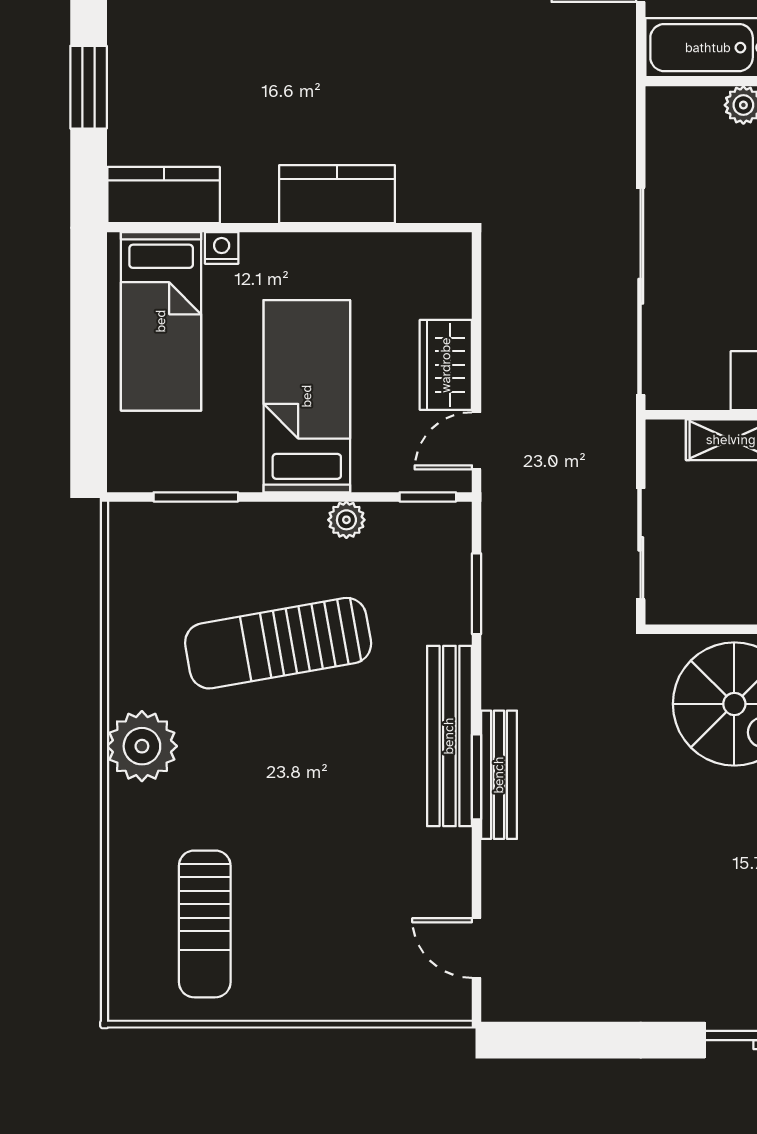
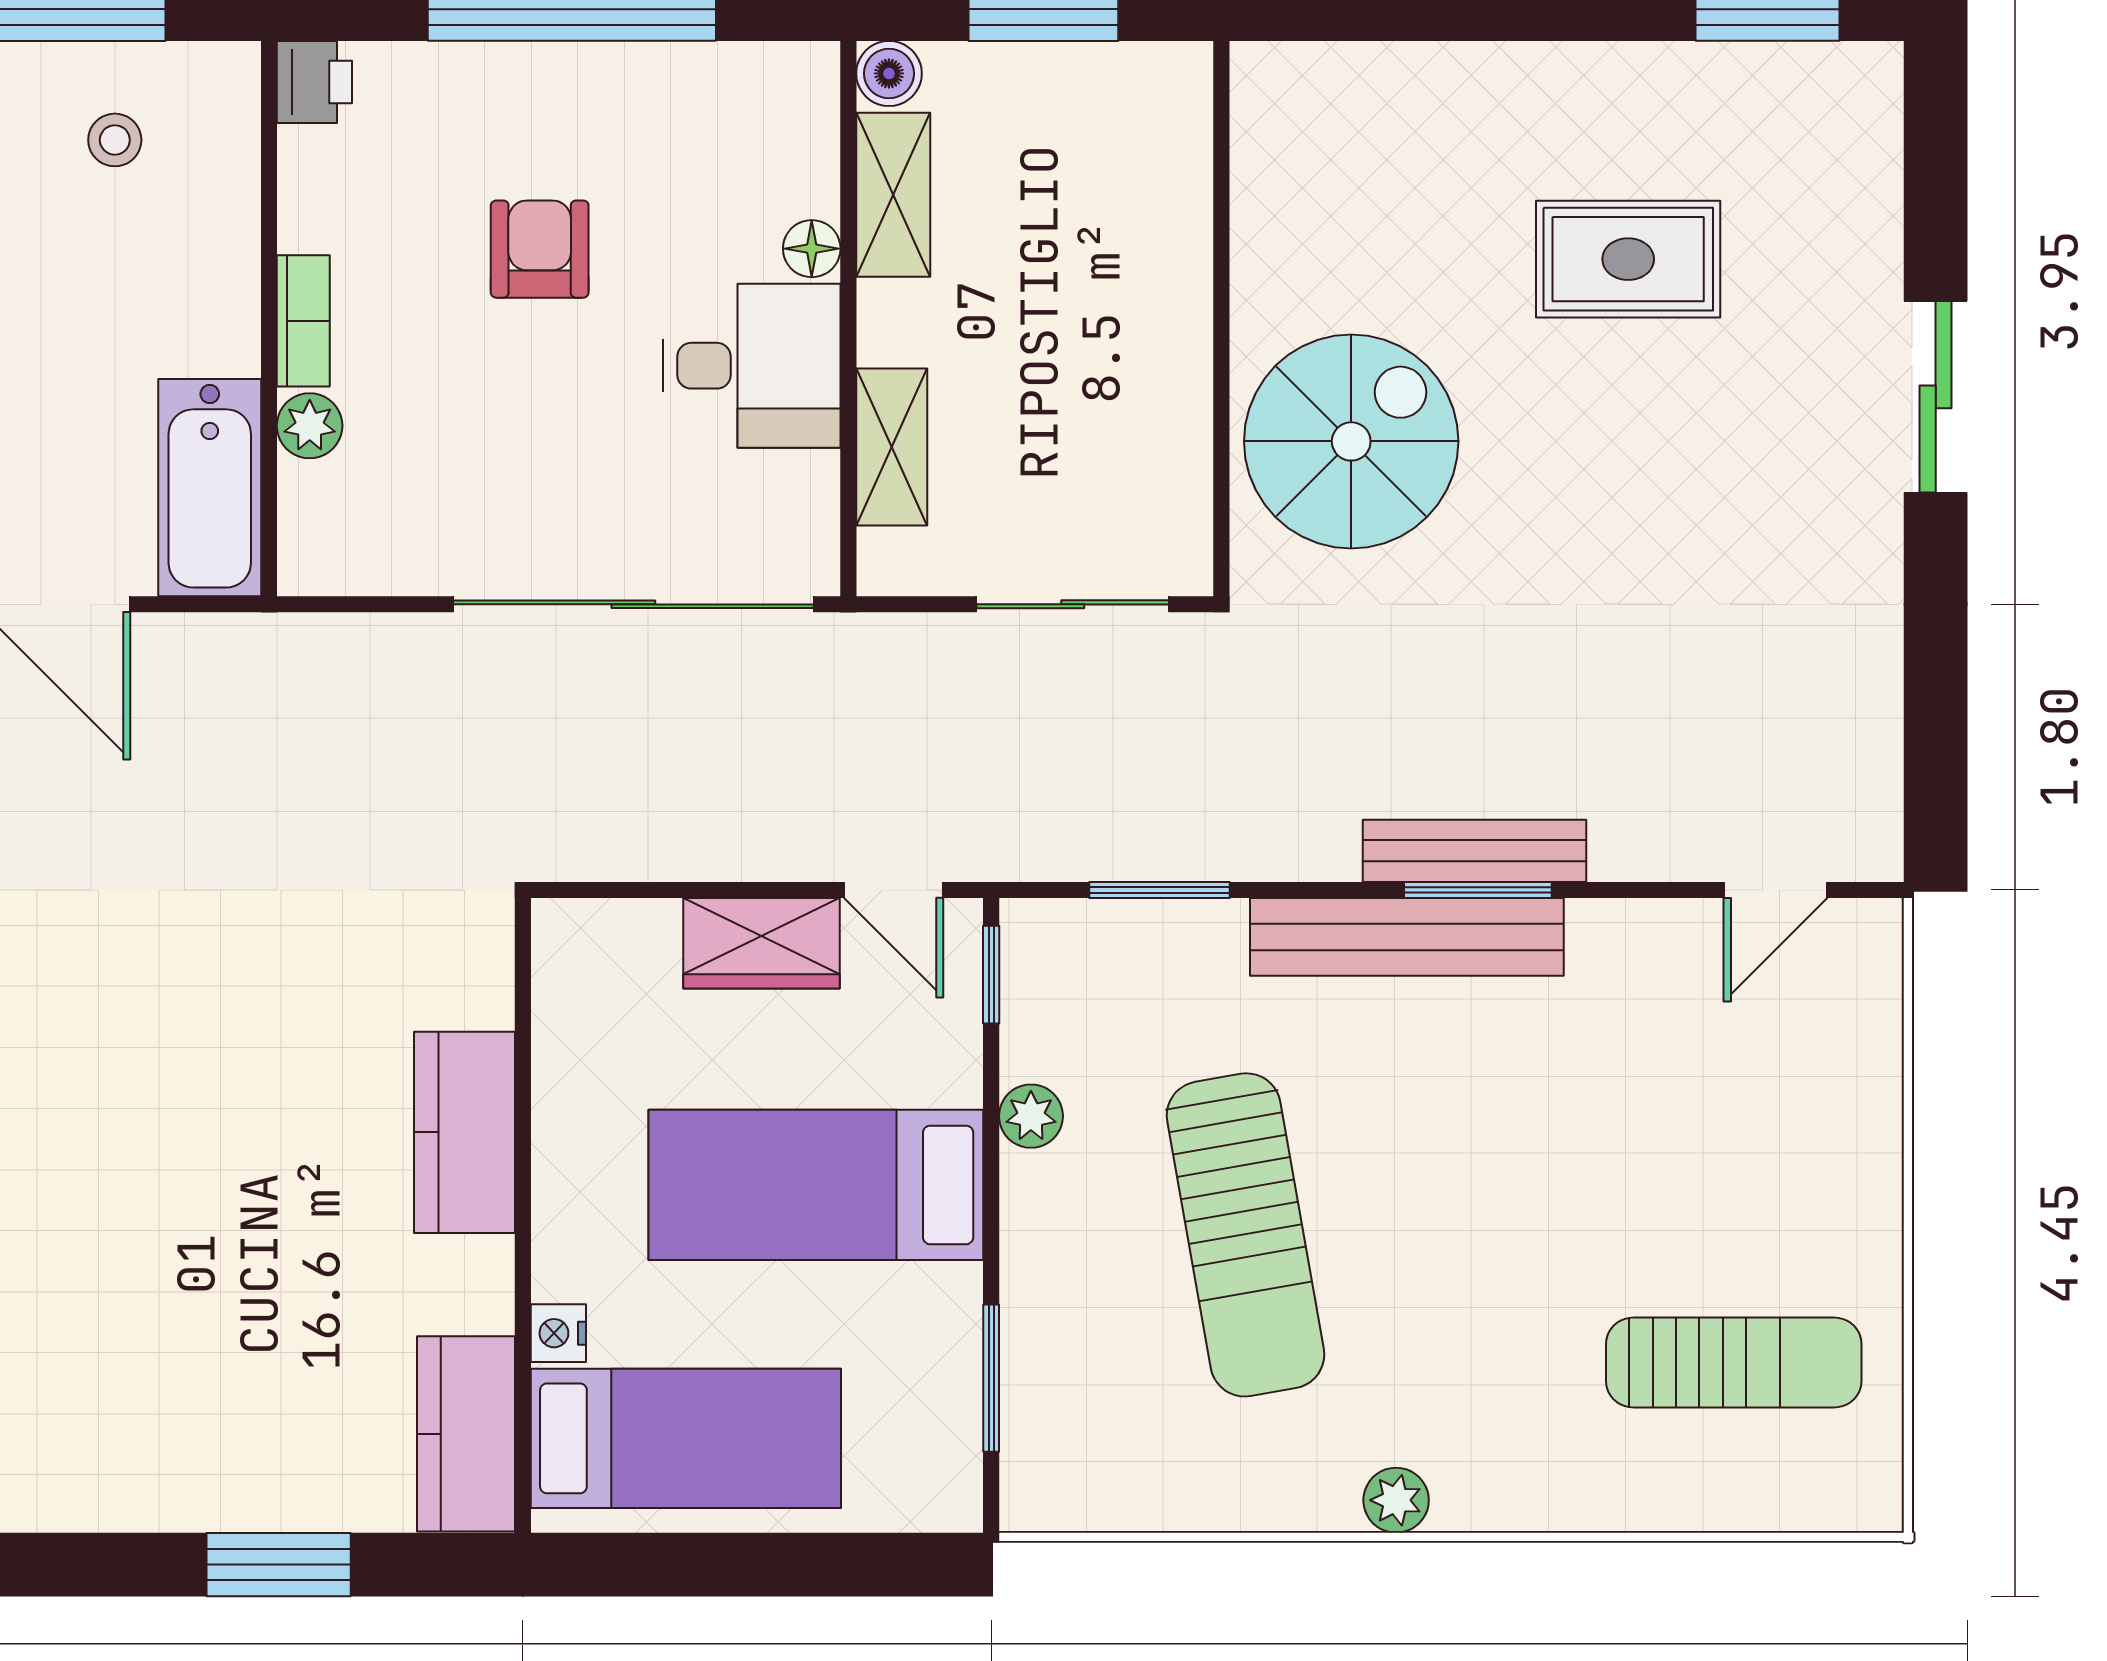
plant: (142, 746) -> (1396, 1500), width x0.53, depth x0.53

